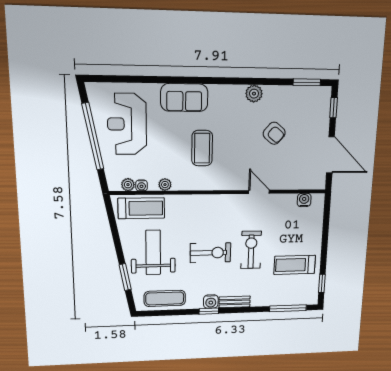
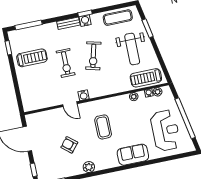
coffee table: (202, 148) -> (103, 127), moved
water cooler: (304, 200) -> (83, 95), moved
exercise bike: (210, 253) -> (93, 56), turned -76

